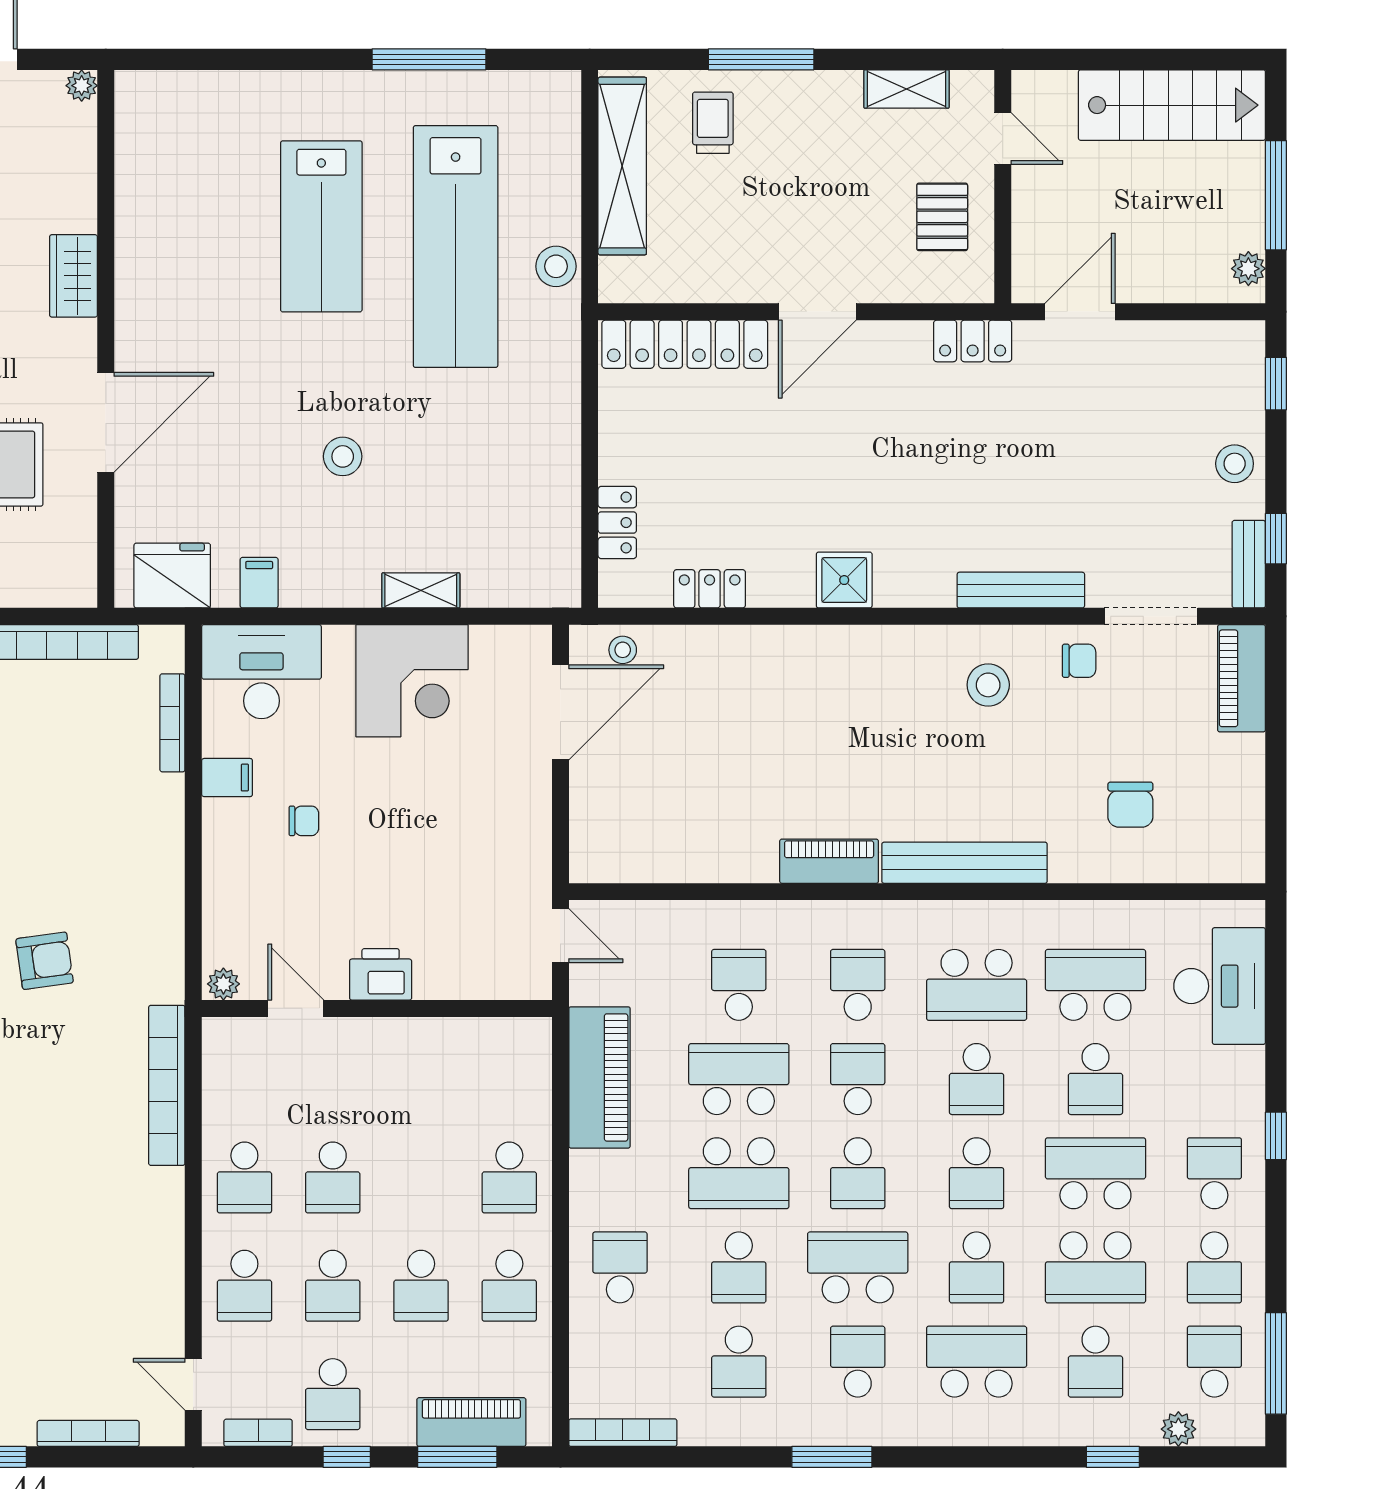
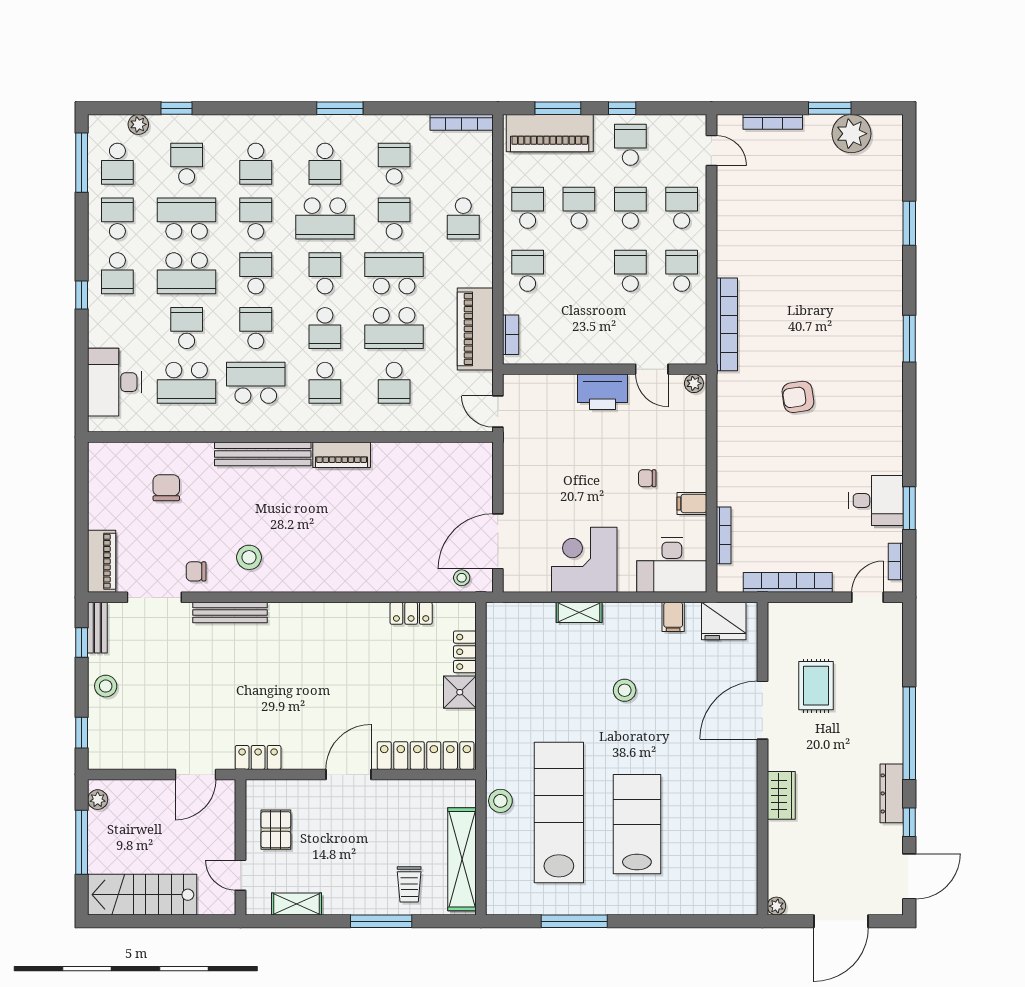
shower: (844, 580) -> (460, 692), moved
printer: (381, 974) -> (602, 392), width x1.37, depth x1.19
school desk: (977, 1362) -> (256, 164), width x0.54
piano: (471, 1422) -> (550, 133), width x1.37, depth x1.33
bookcase: (258, 1433) -> (511, 335), moved, turned -90

